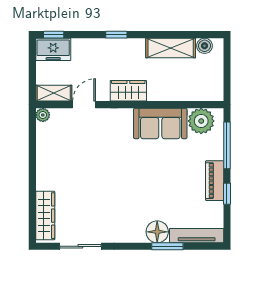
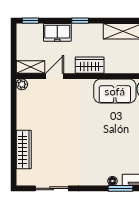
freezer: (53, 49) -> (57, 32), moved
wardrobe: (45, 216) -> (24, 150), moved
floor lamp: (157, 232) -> (112, 181), width x0.53, depth x0.53

